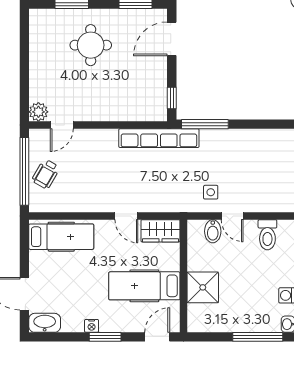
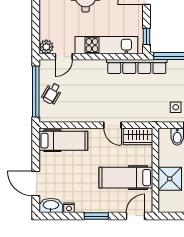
kitchen unit: (118, 110) -> (106, 45), added
nightstand: (92, 326) -> (69, 208), moved

